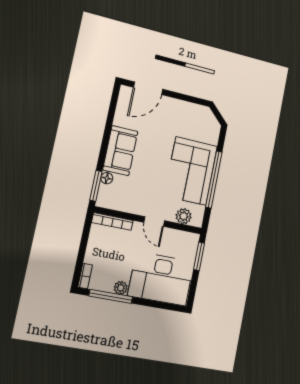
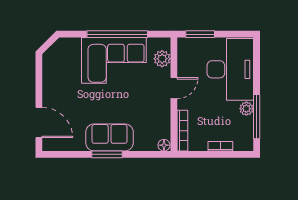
floor lamp: (107, 178) -> (164, 145), moved
window: (96, 186) -> (107, 154), moved
bookcase: (85, 276) -> (220, 146), moved

